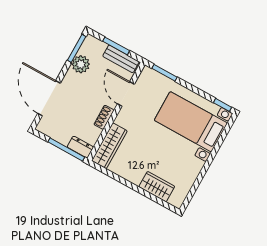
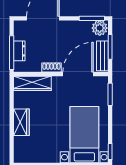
plant: (81, 64) -> (100, 28), moved
door: (126, 94) -> (78, 74), width x1.36
dresser: (80, 147) -> (19, 51), moved
wardrobe: (157, 187) -> (21, 122), moved

